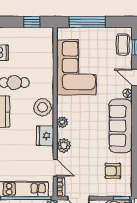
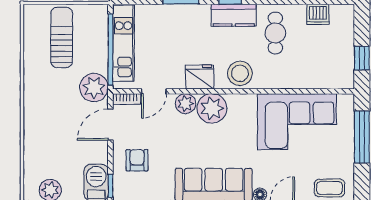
plant: (62, 122) -> (212, 108), width x1.88, depth x1.88
armchair: (113, 171) -> (137, 160), moved

